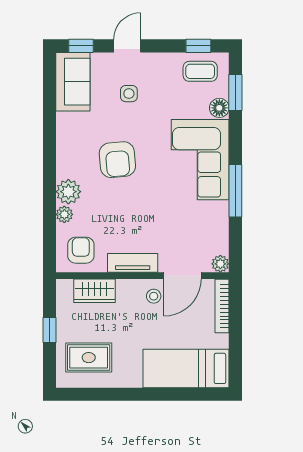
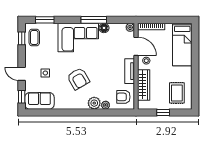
floor lamp: (219, 108) -> (104, 28), moved
armchair: (117, 160) -> (78, 79), turned 65
wardrobe: (95, 291) -> (144, 85), width x1.50

